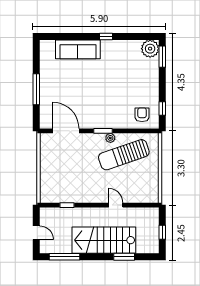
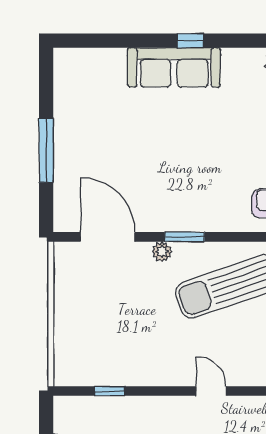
sofa: (78, 49) -> (174, 67), moved
plant: (110, 138) -> (162, 252), moved

